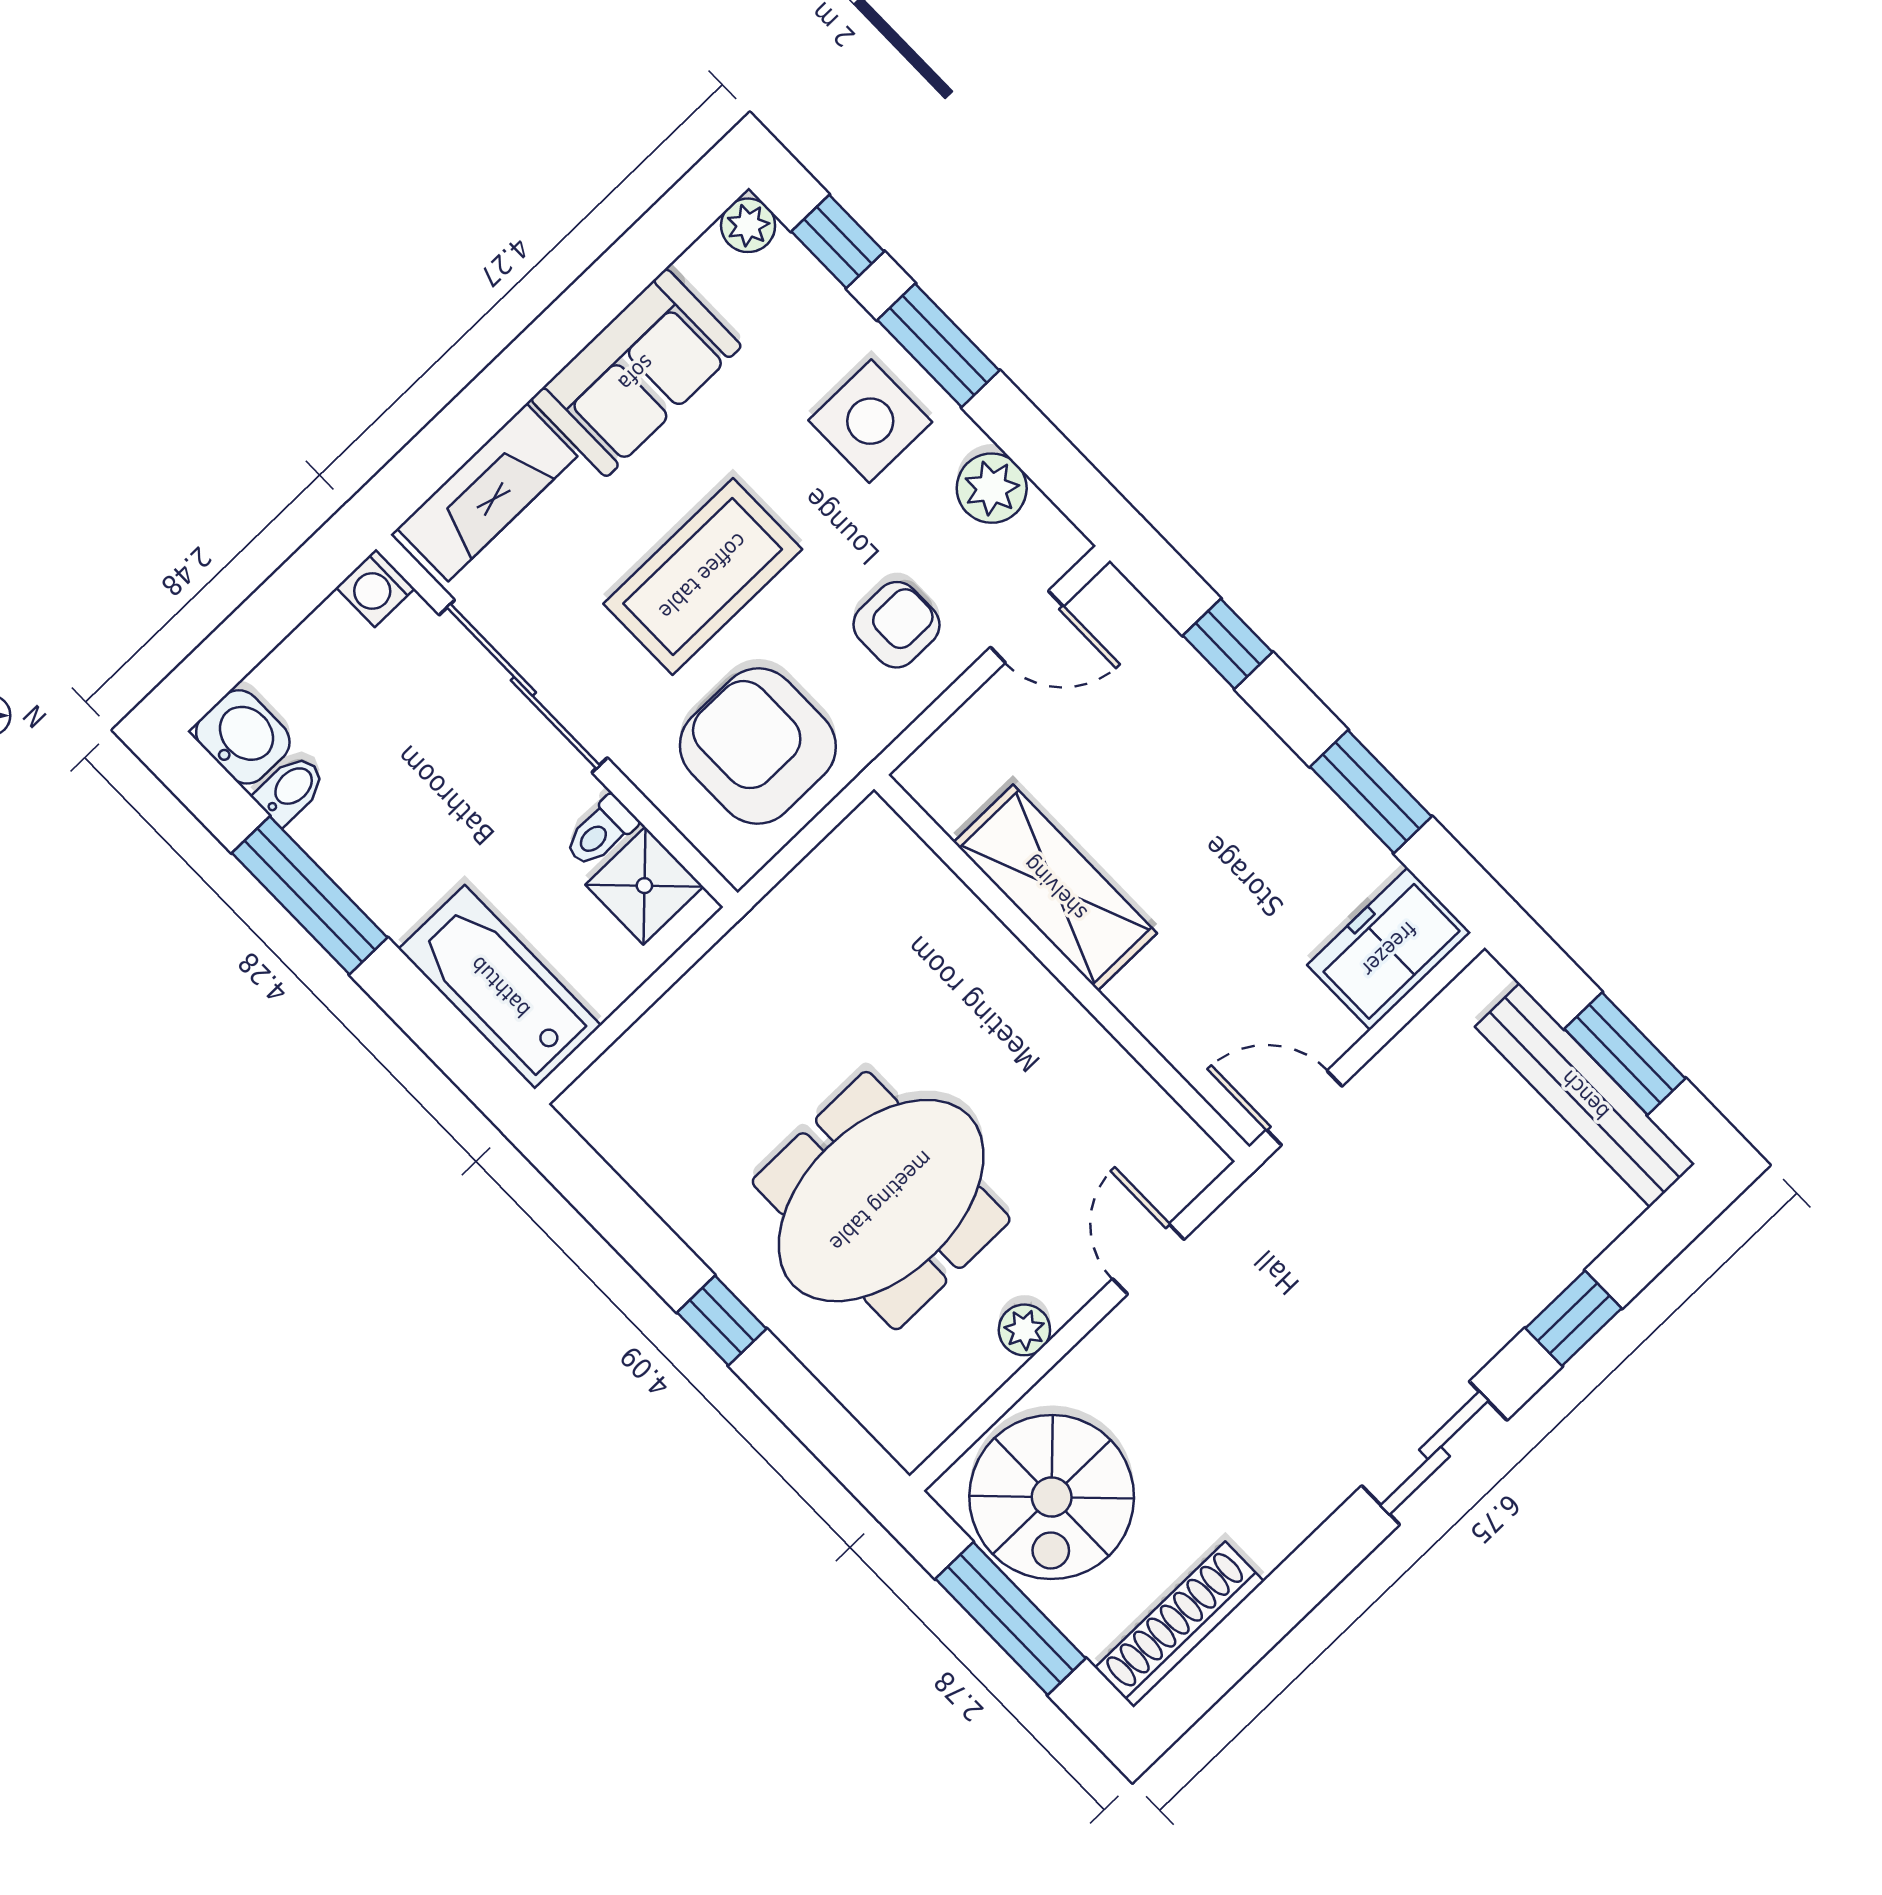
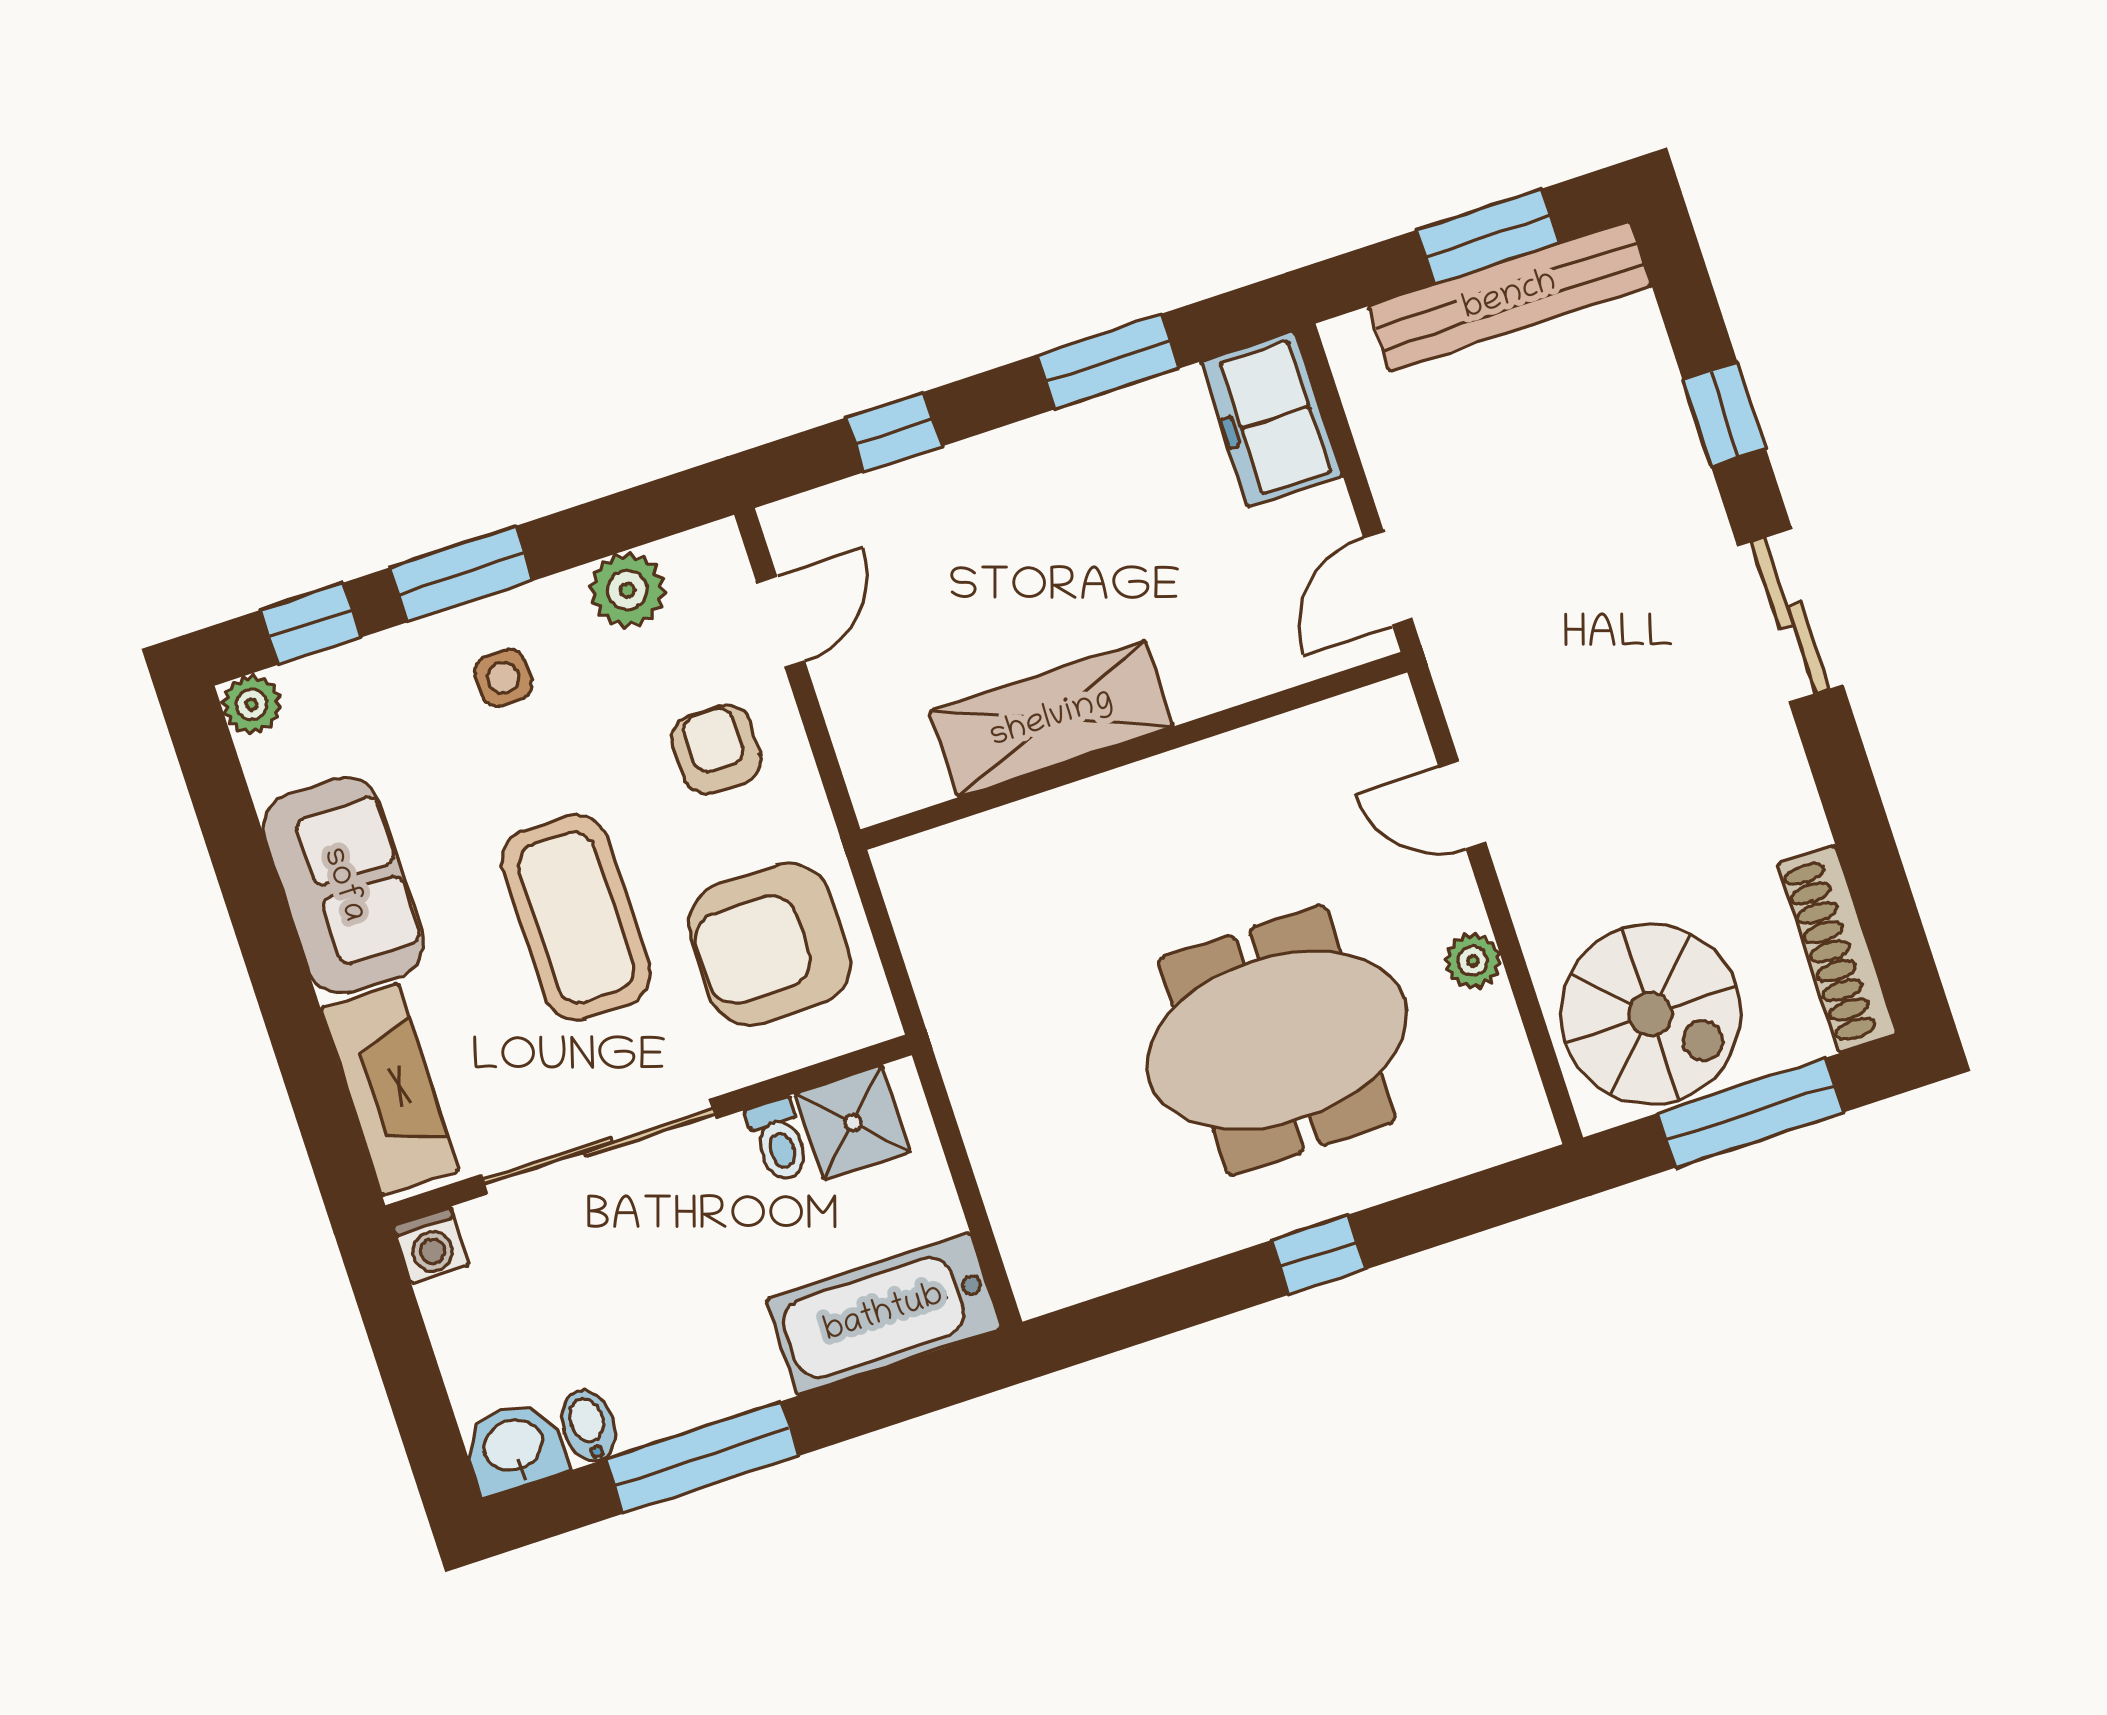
side table: (870, 421) -> (503, 678), width x0.54, depth x0.54
meeting table: (881, 1201) -> (1277, 1040), turned 90

